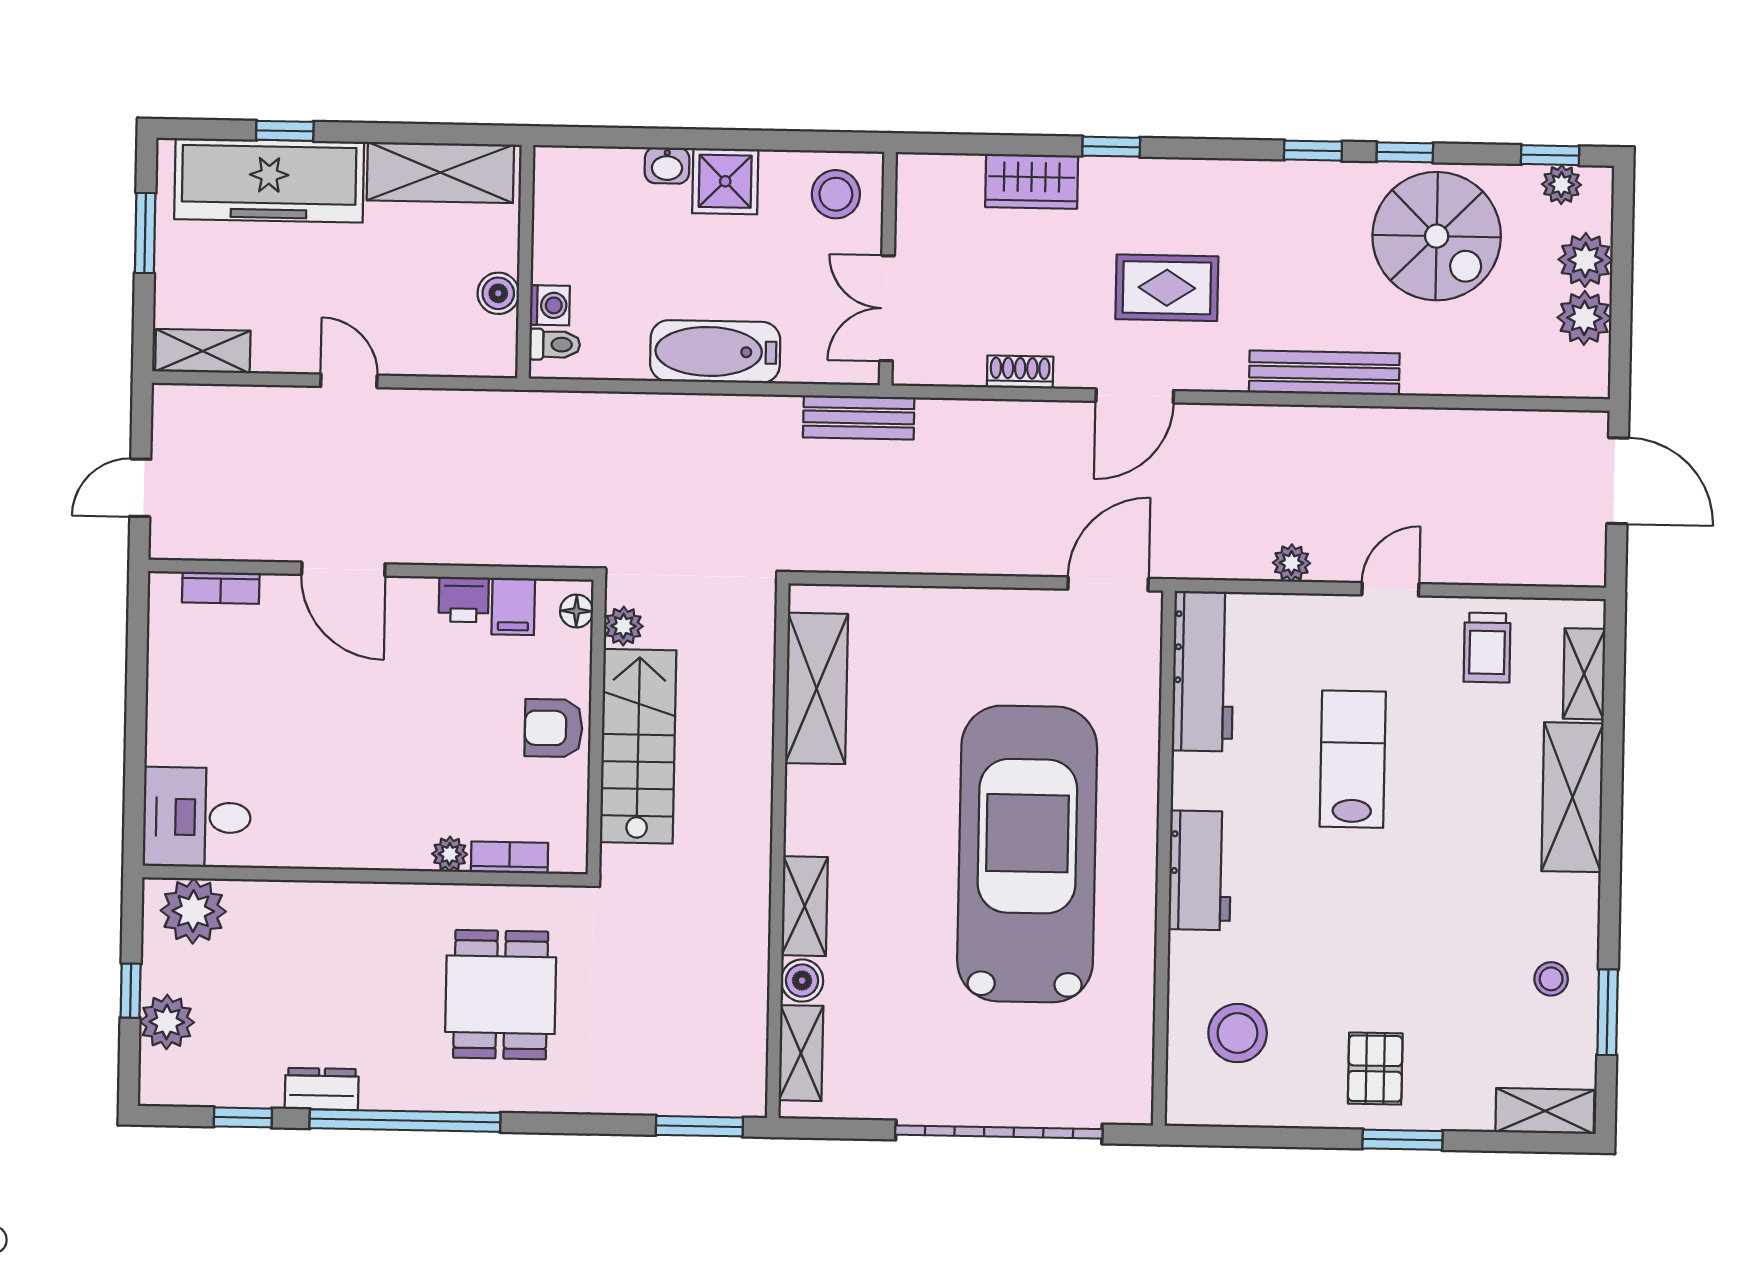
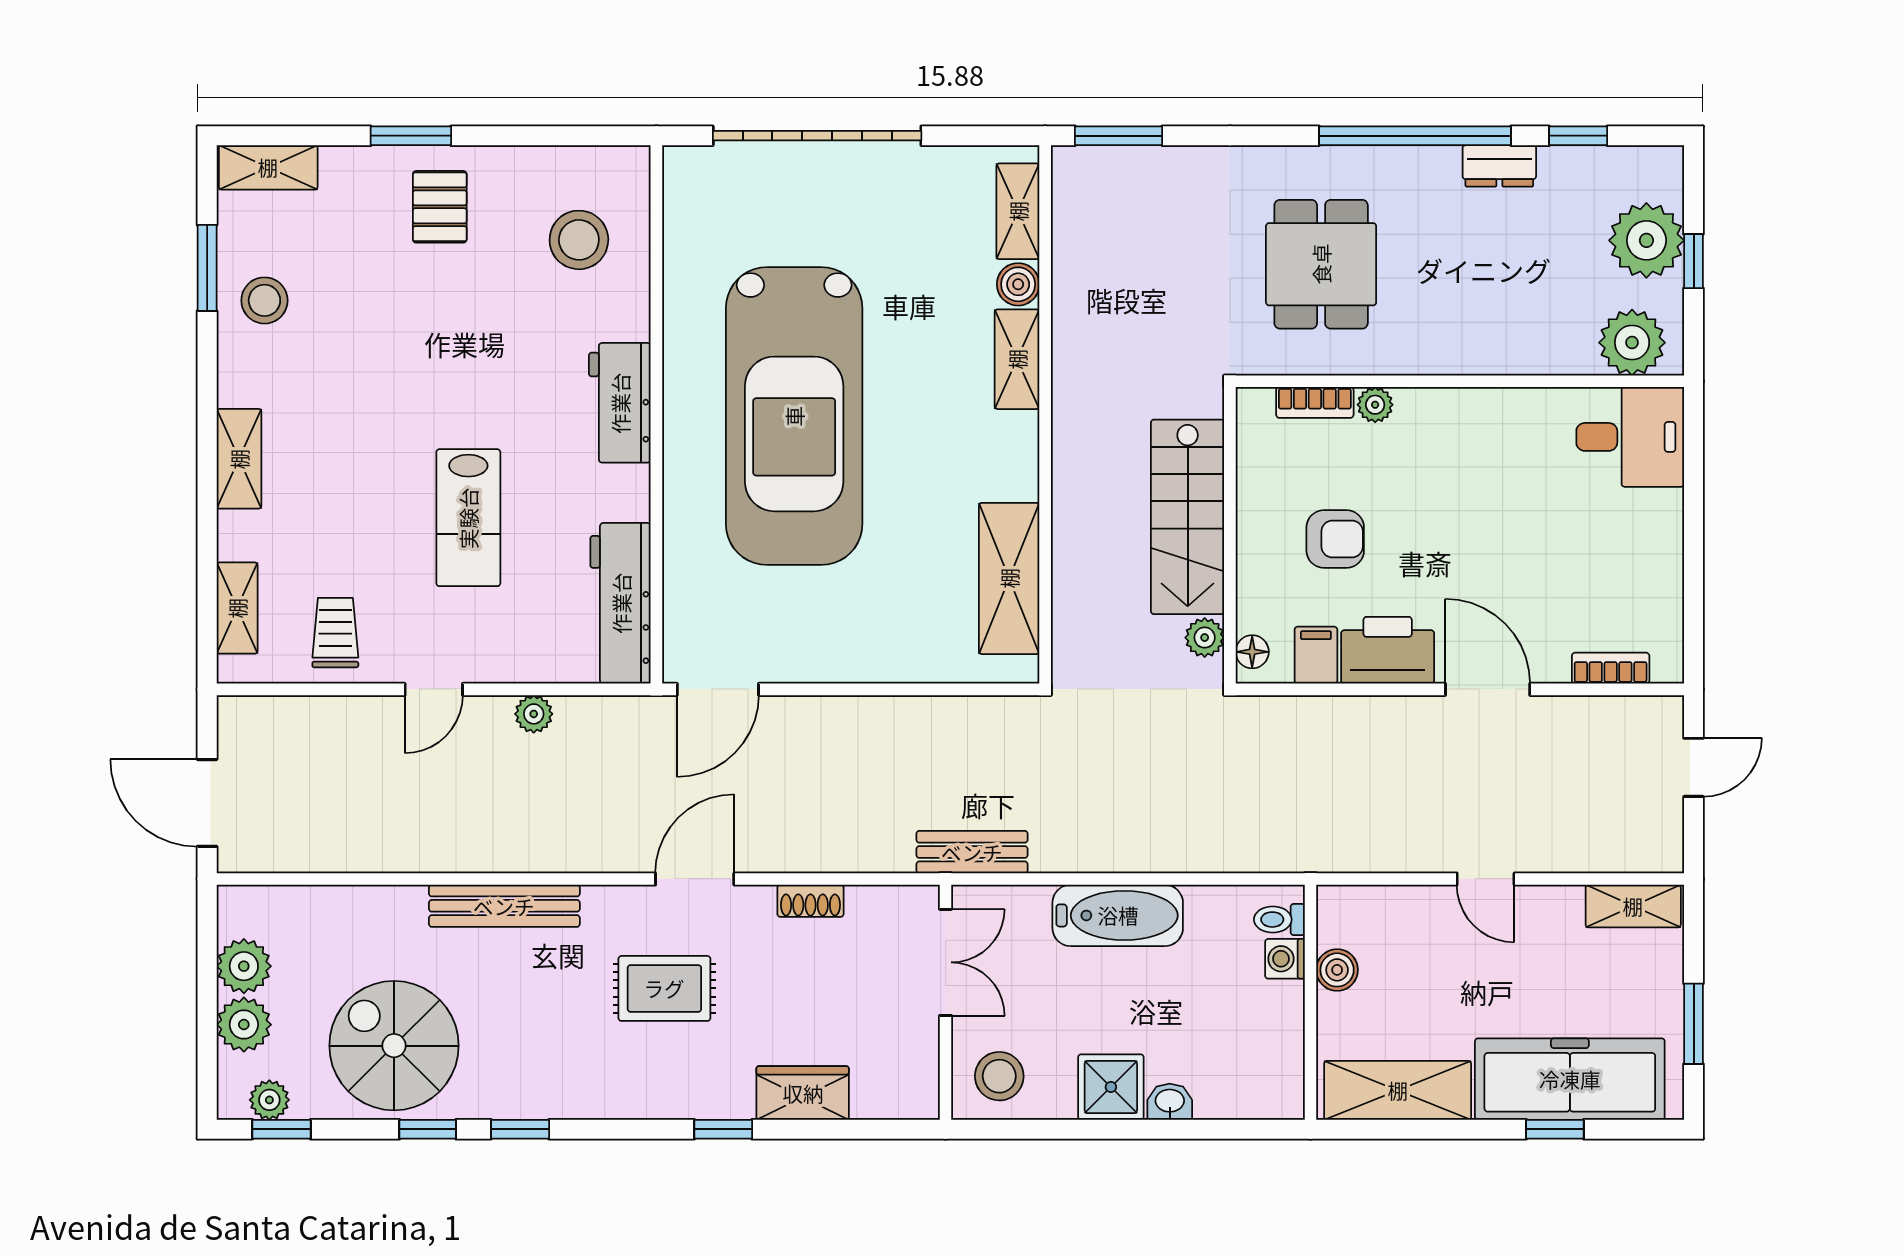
printer: (464, 600) -> (1388, 650), width x1.87, depth x1.48
armchair: (554, 728) -> (1335, 539), moved
shelving: (1572, 797) -> (239, 459), width x0.67, depth x0.75
stool: (1551, 979) -> (264, 300), width x1.37, depth x1.37
plant: (167, 1022) -> (1646, 240), width x1.36, depth x1.36

